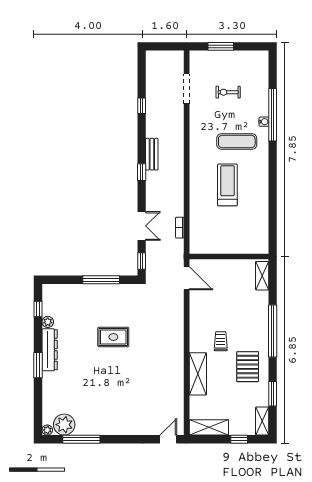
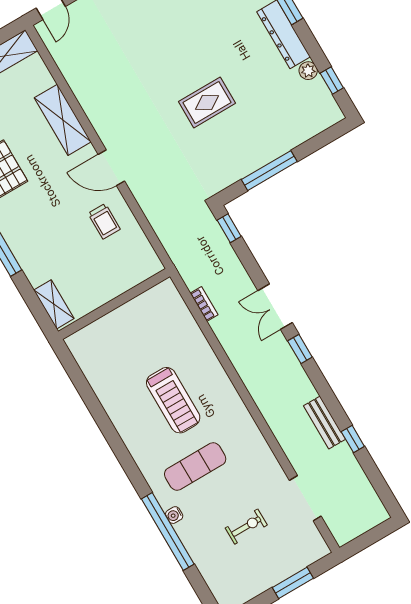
bench: (152, 154) -> (324, 423), moved
double door: (142, 226) -> (275, 307), moved
door: (187, 278) -> (111, 168), moved
trolley: (221, 341) -> (104, 221), moved

